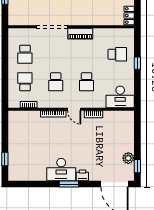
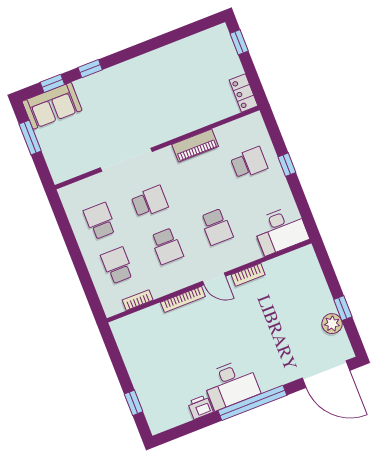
piano: (80, 34) -> (195, 146), moved
school desk: (25, 54) -> (100, 221), turned 180
school desk: (56, 54) -> (150, 202), added
window: (137, 166) -> (343, 308), moved
printer: (82, 175) -> (200, 407), moved
window: (69, 184) -> (252, 403), width x2.11

